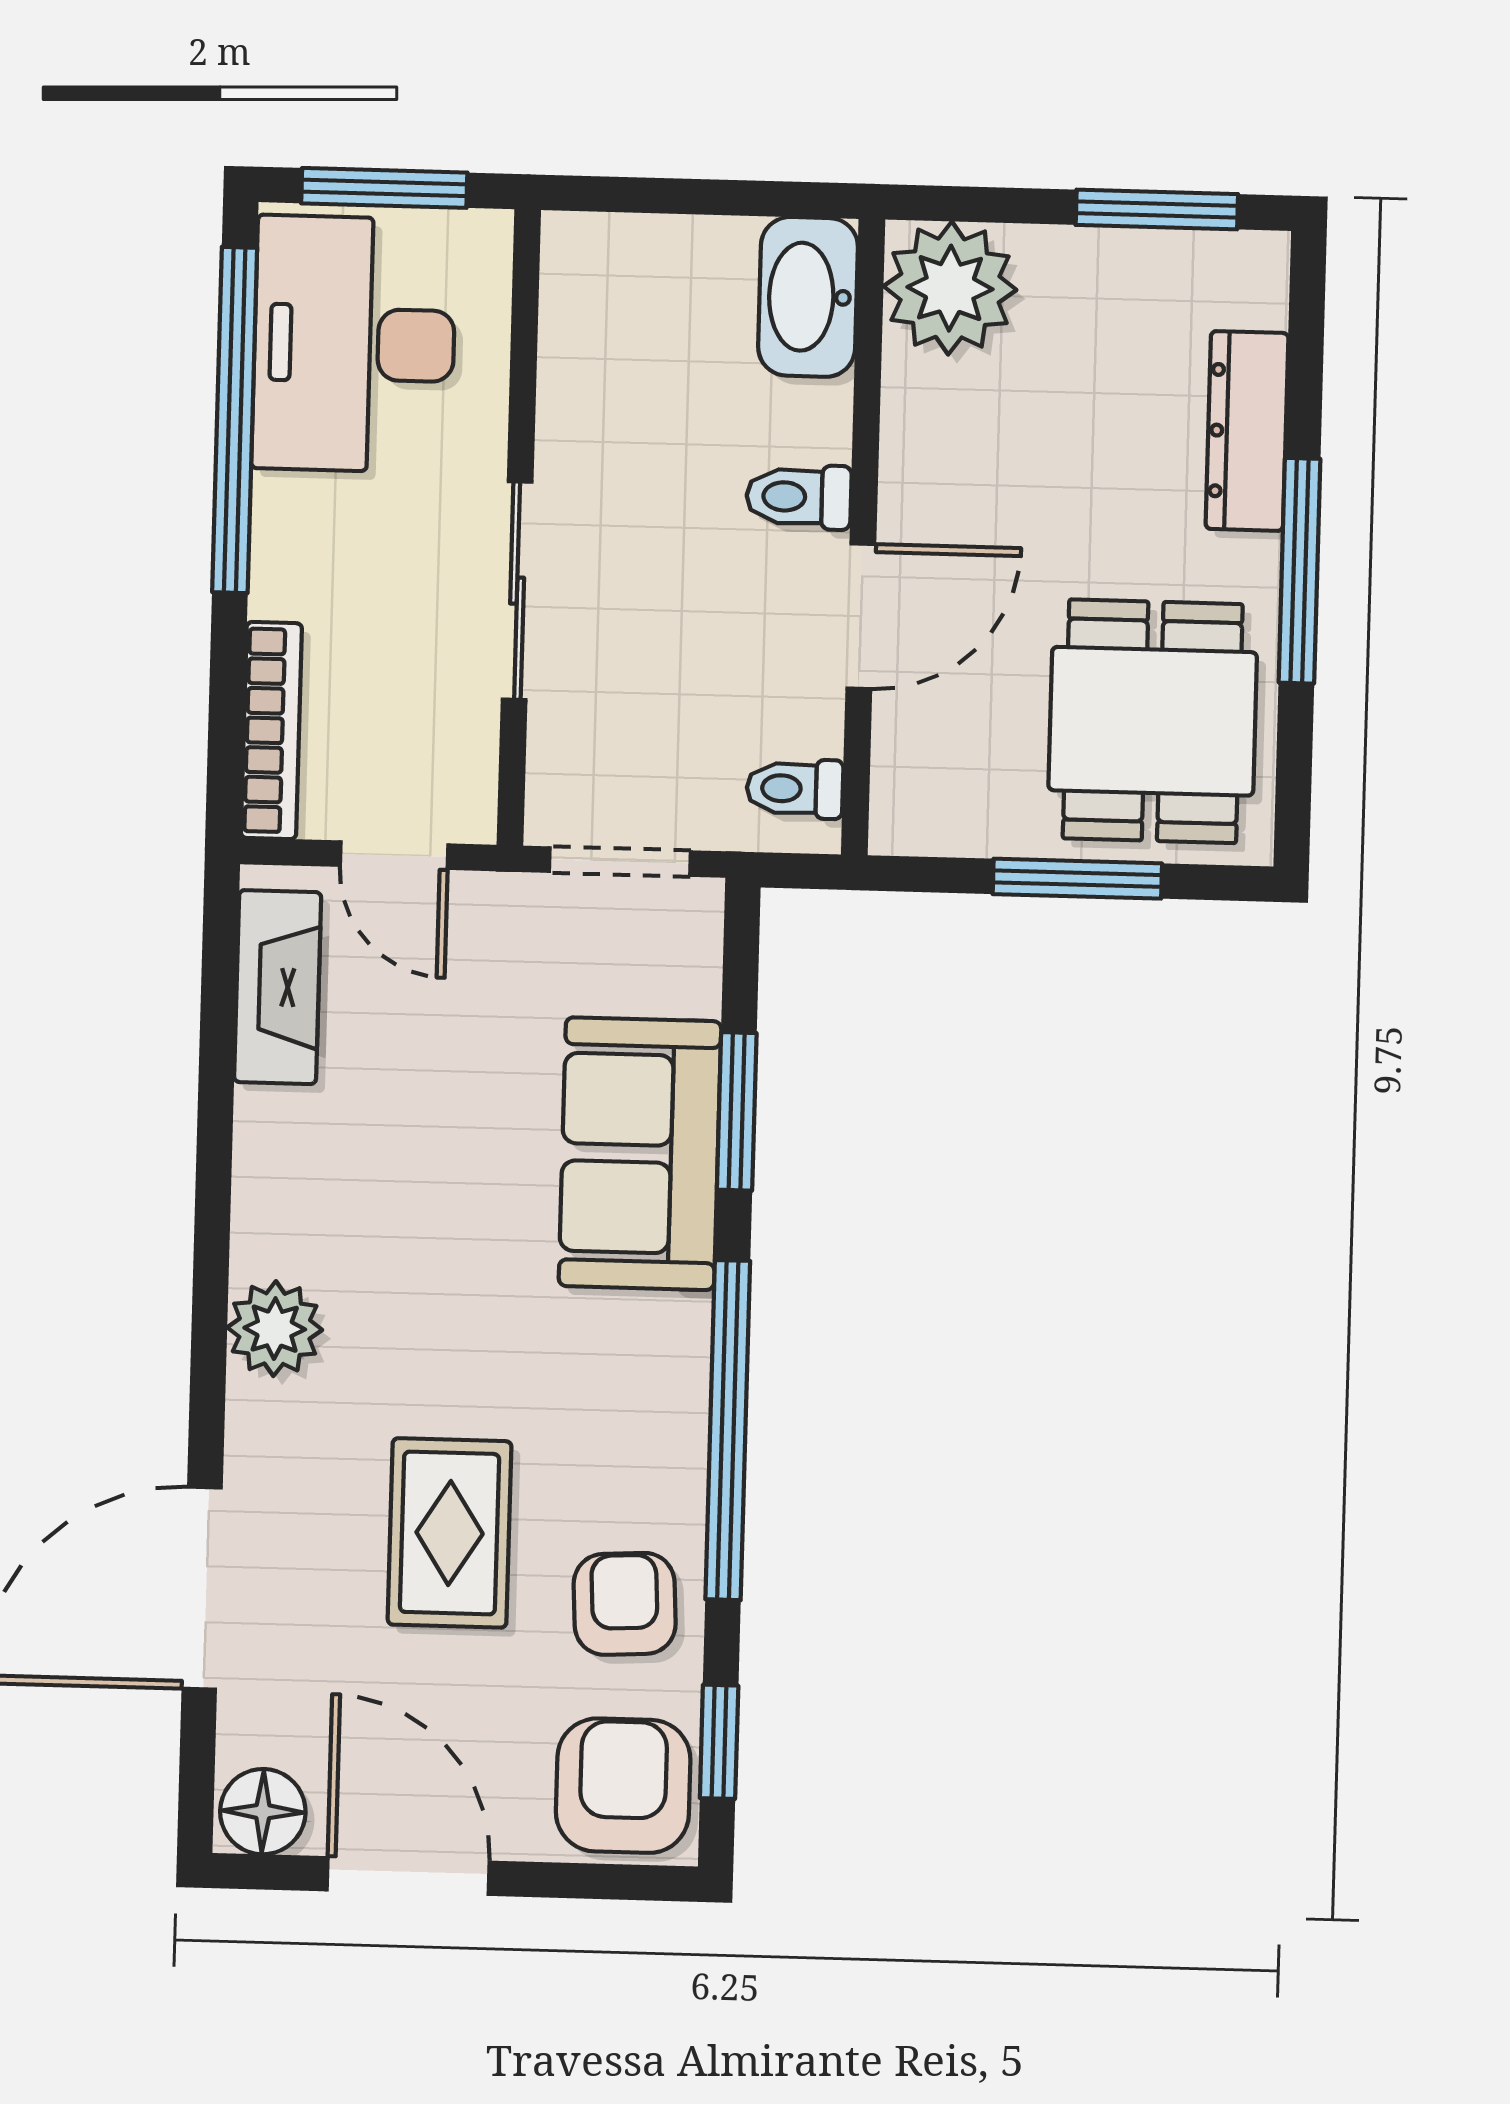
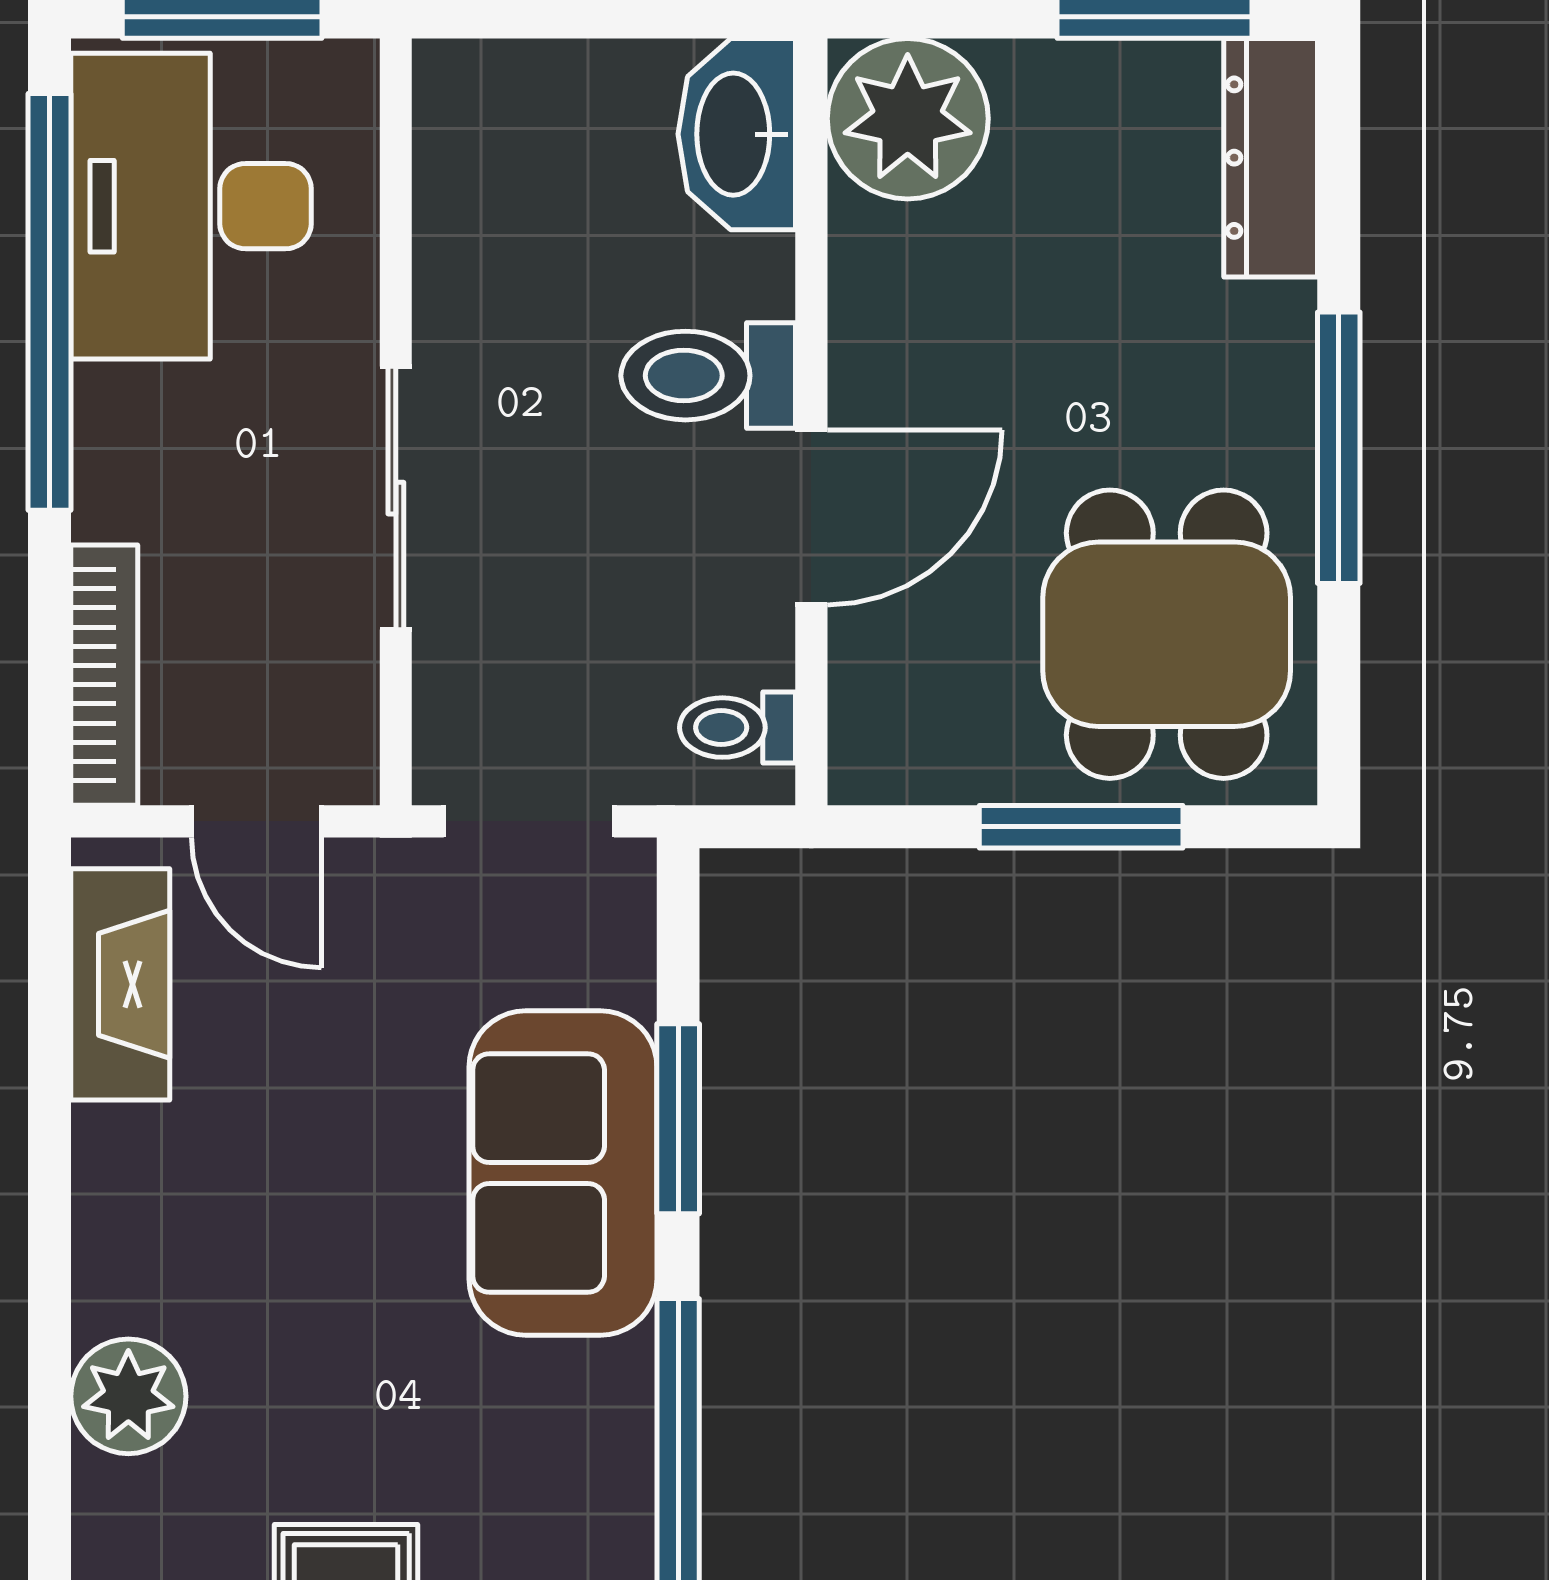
dresser: (1247, 431) -> (1271, 158), moved
toilet: (799, 497) -> (708, 376), width x1.37, depth x1.39

